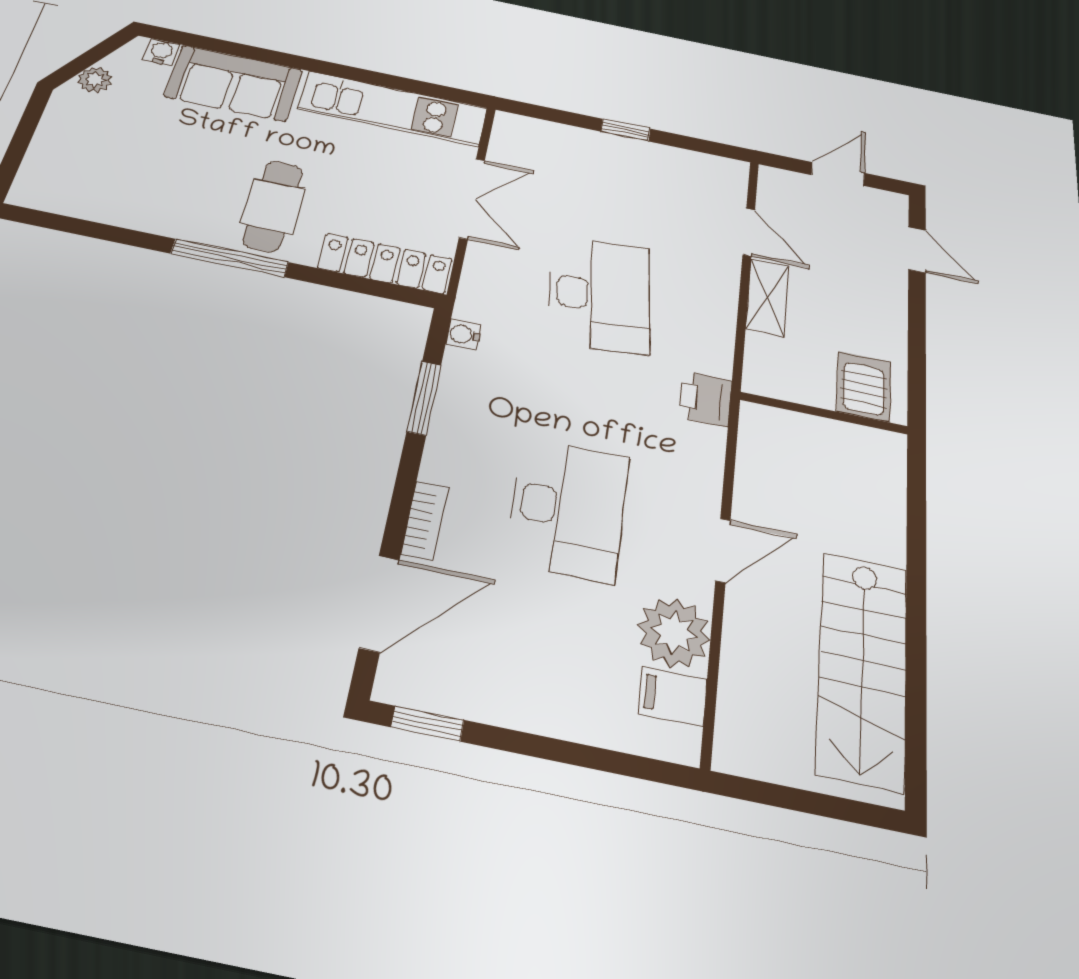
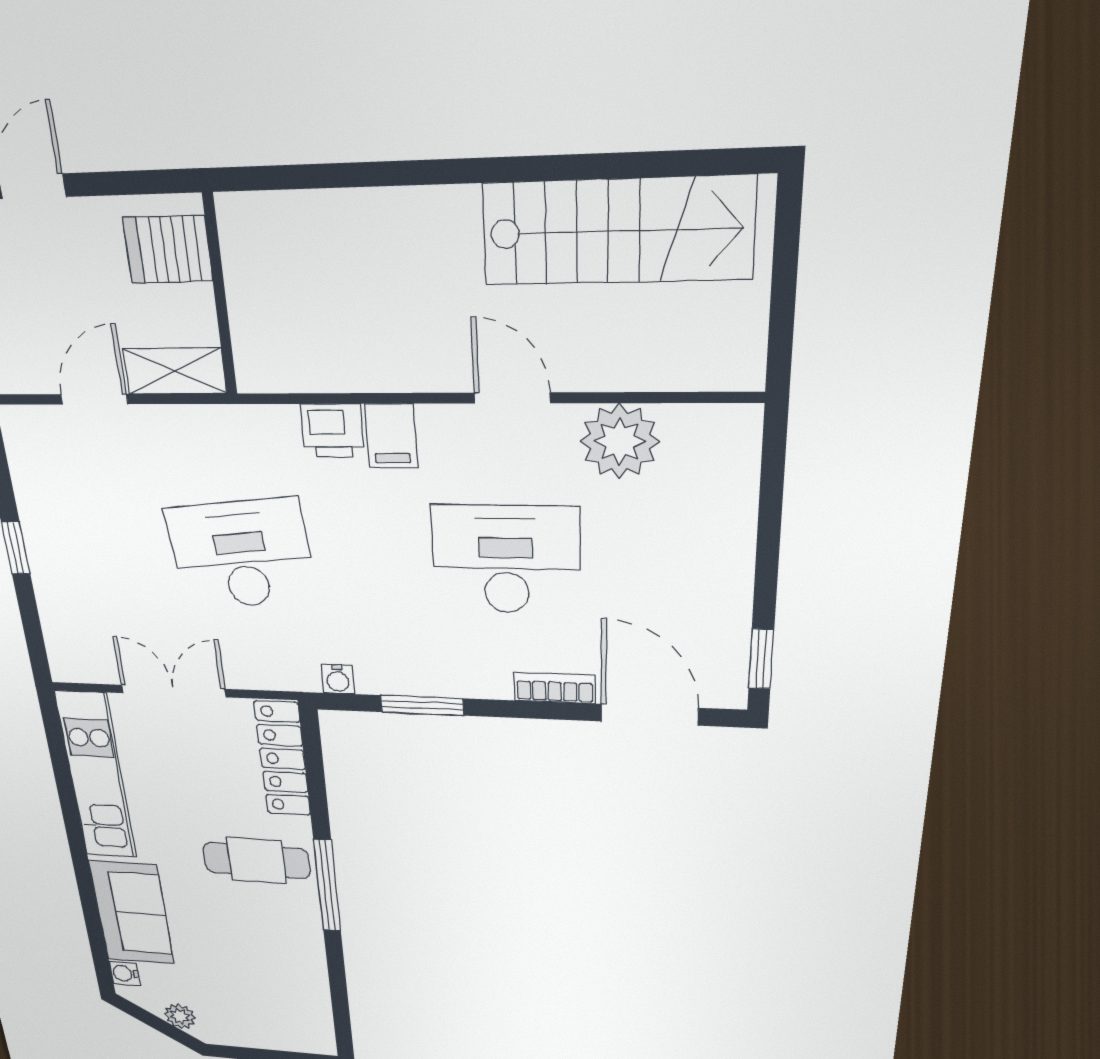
server rack: (864, 386) -> (168, 249), moved
wall: (824, 413) -> (220, 296), moved
filing cabinet: (673, 696) -> (391, 436), moved

